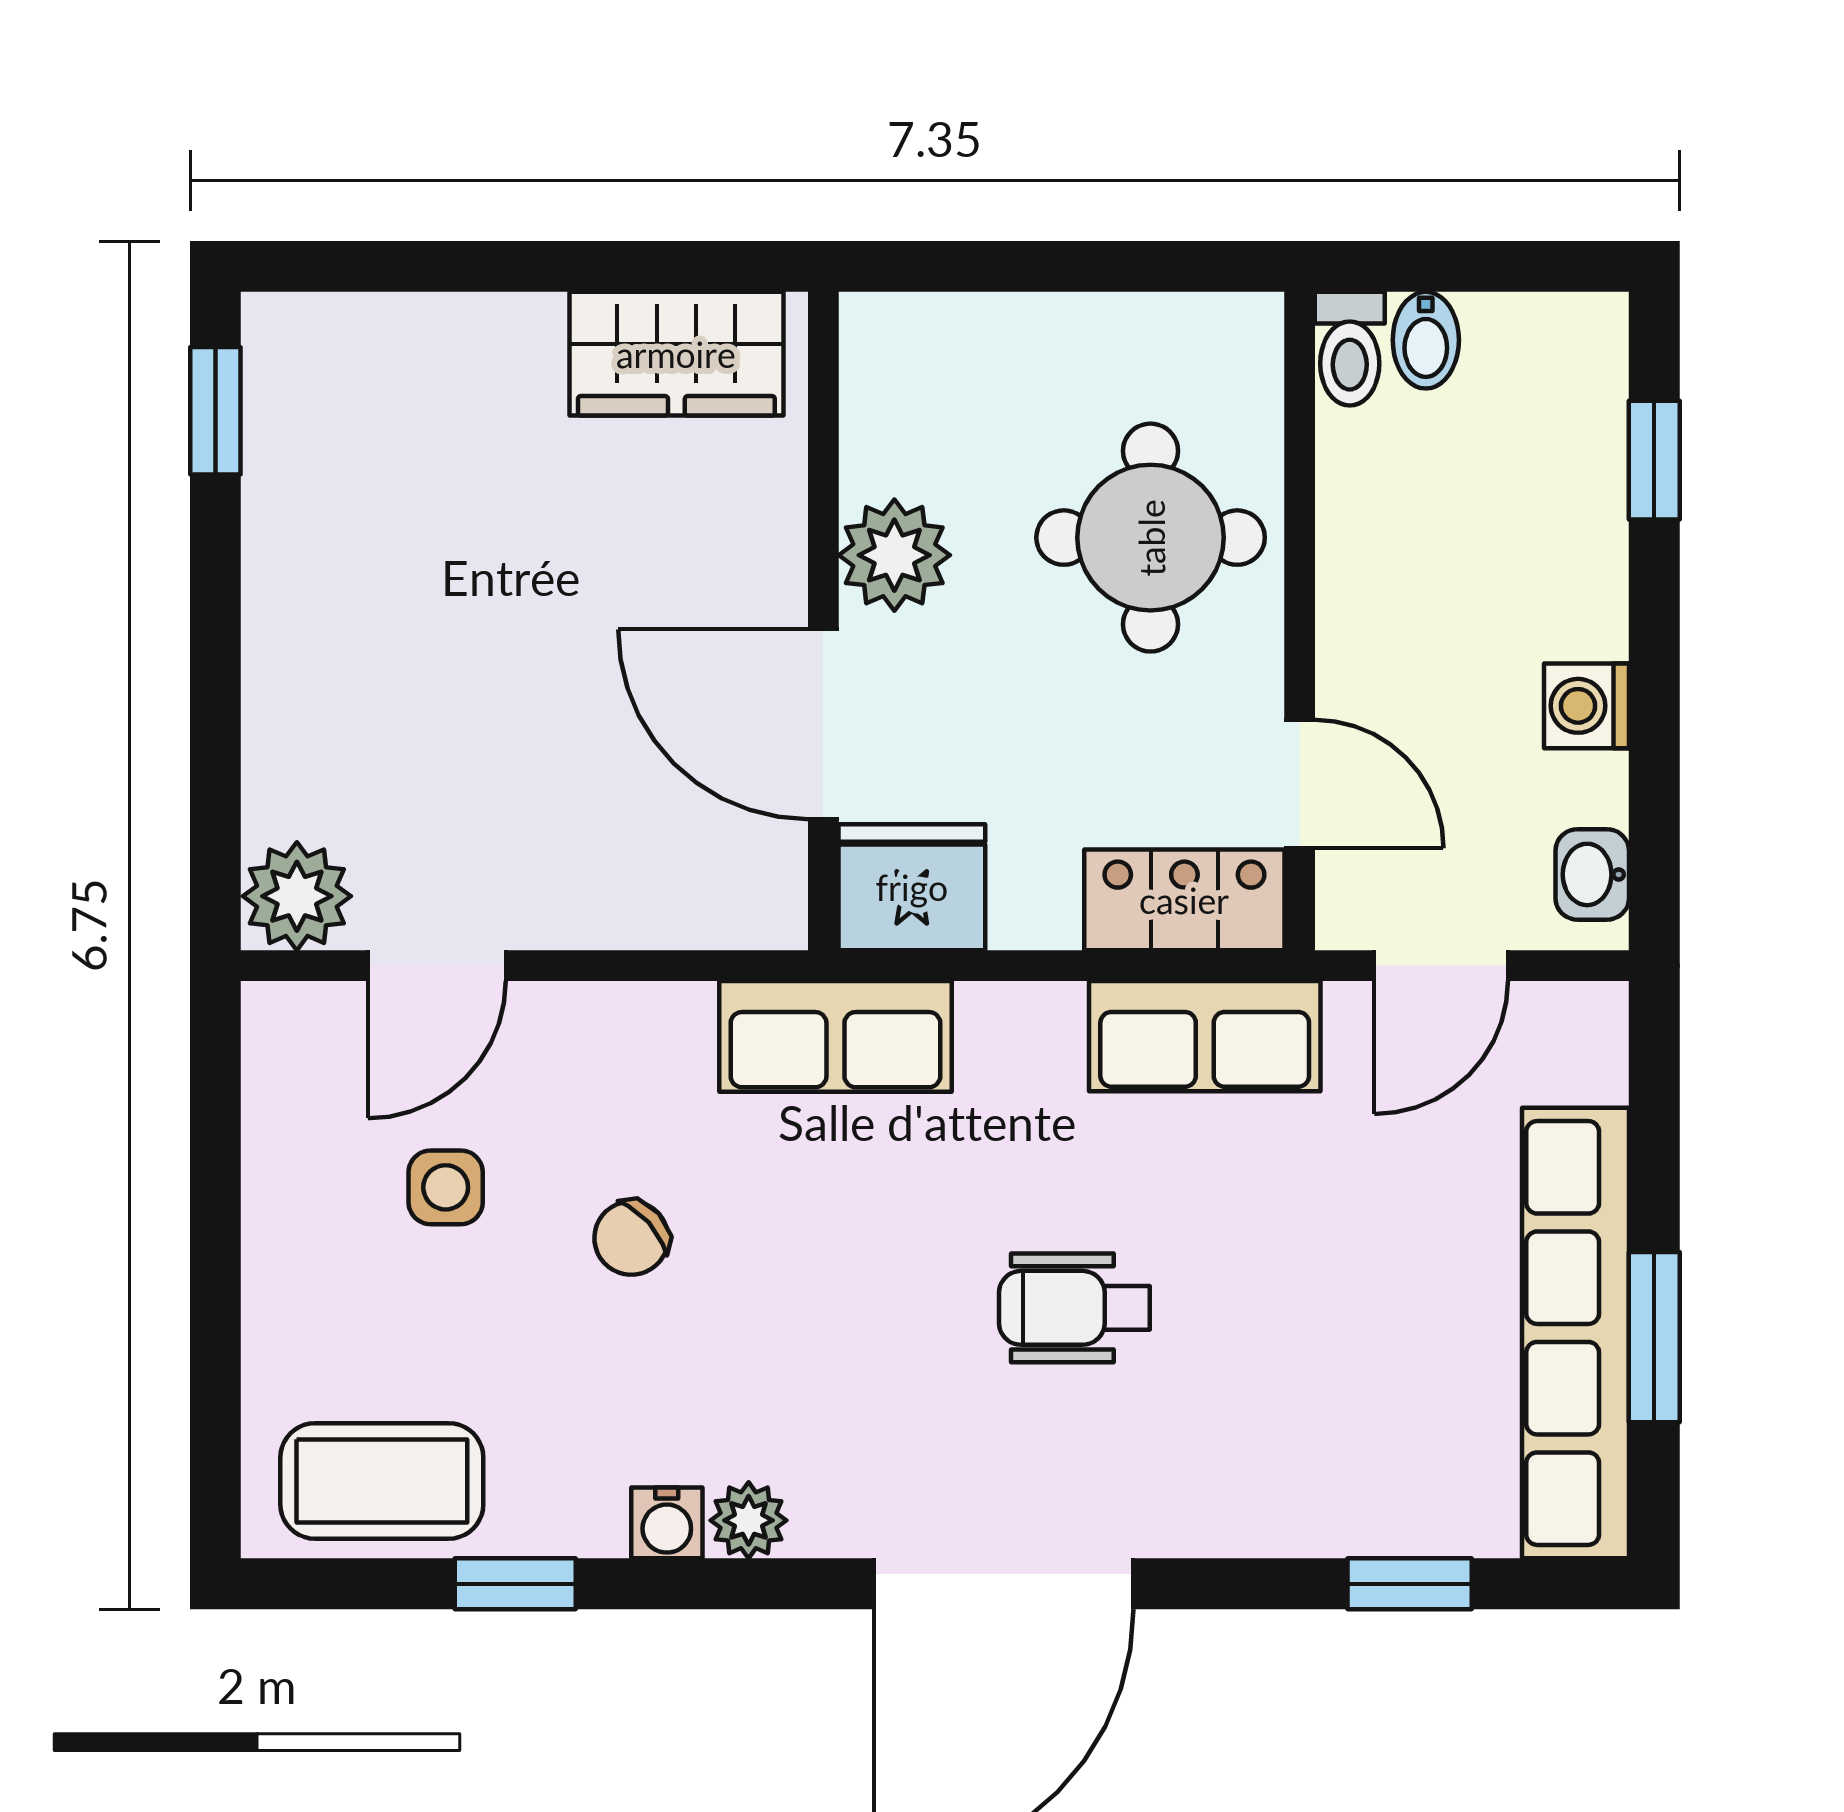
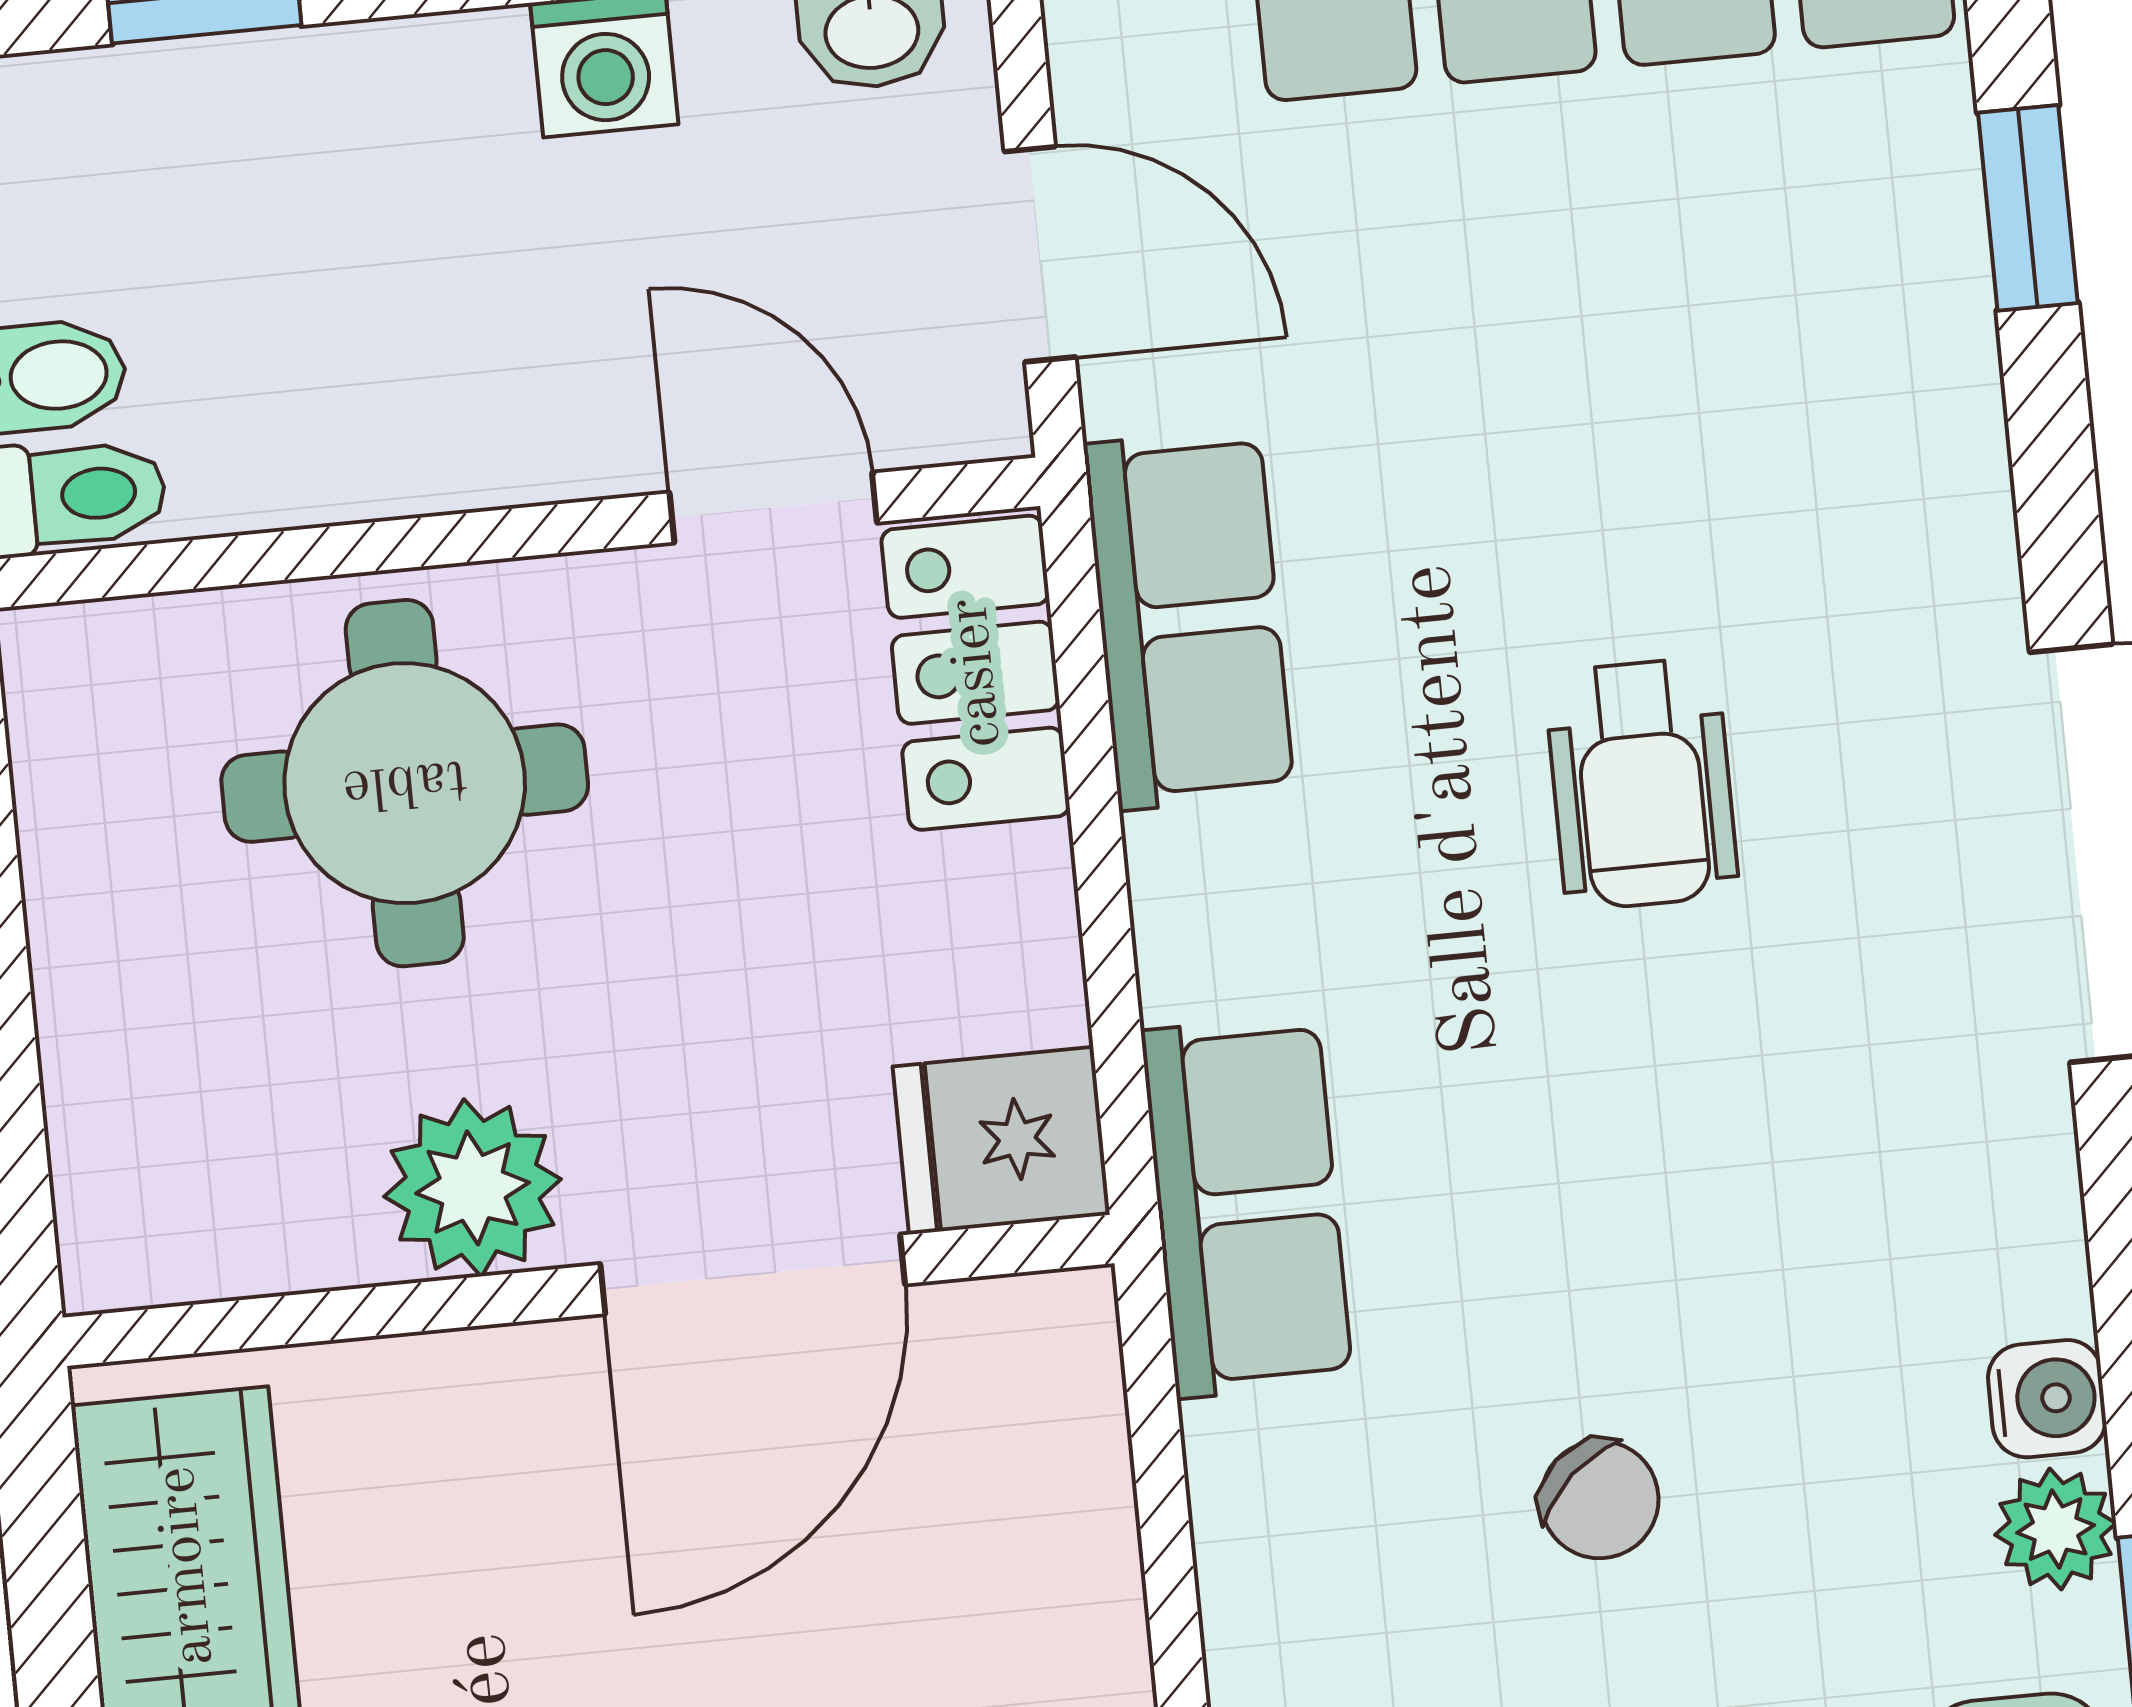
door: (1300, 784) -> (773, 508), hinge flipped
fridge: (912, 887) -> (1001, 1141), width x0.72
plant: (749, 1520) -> (2056, 1529), moved

